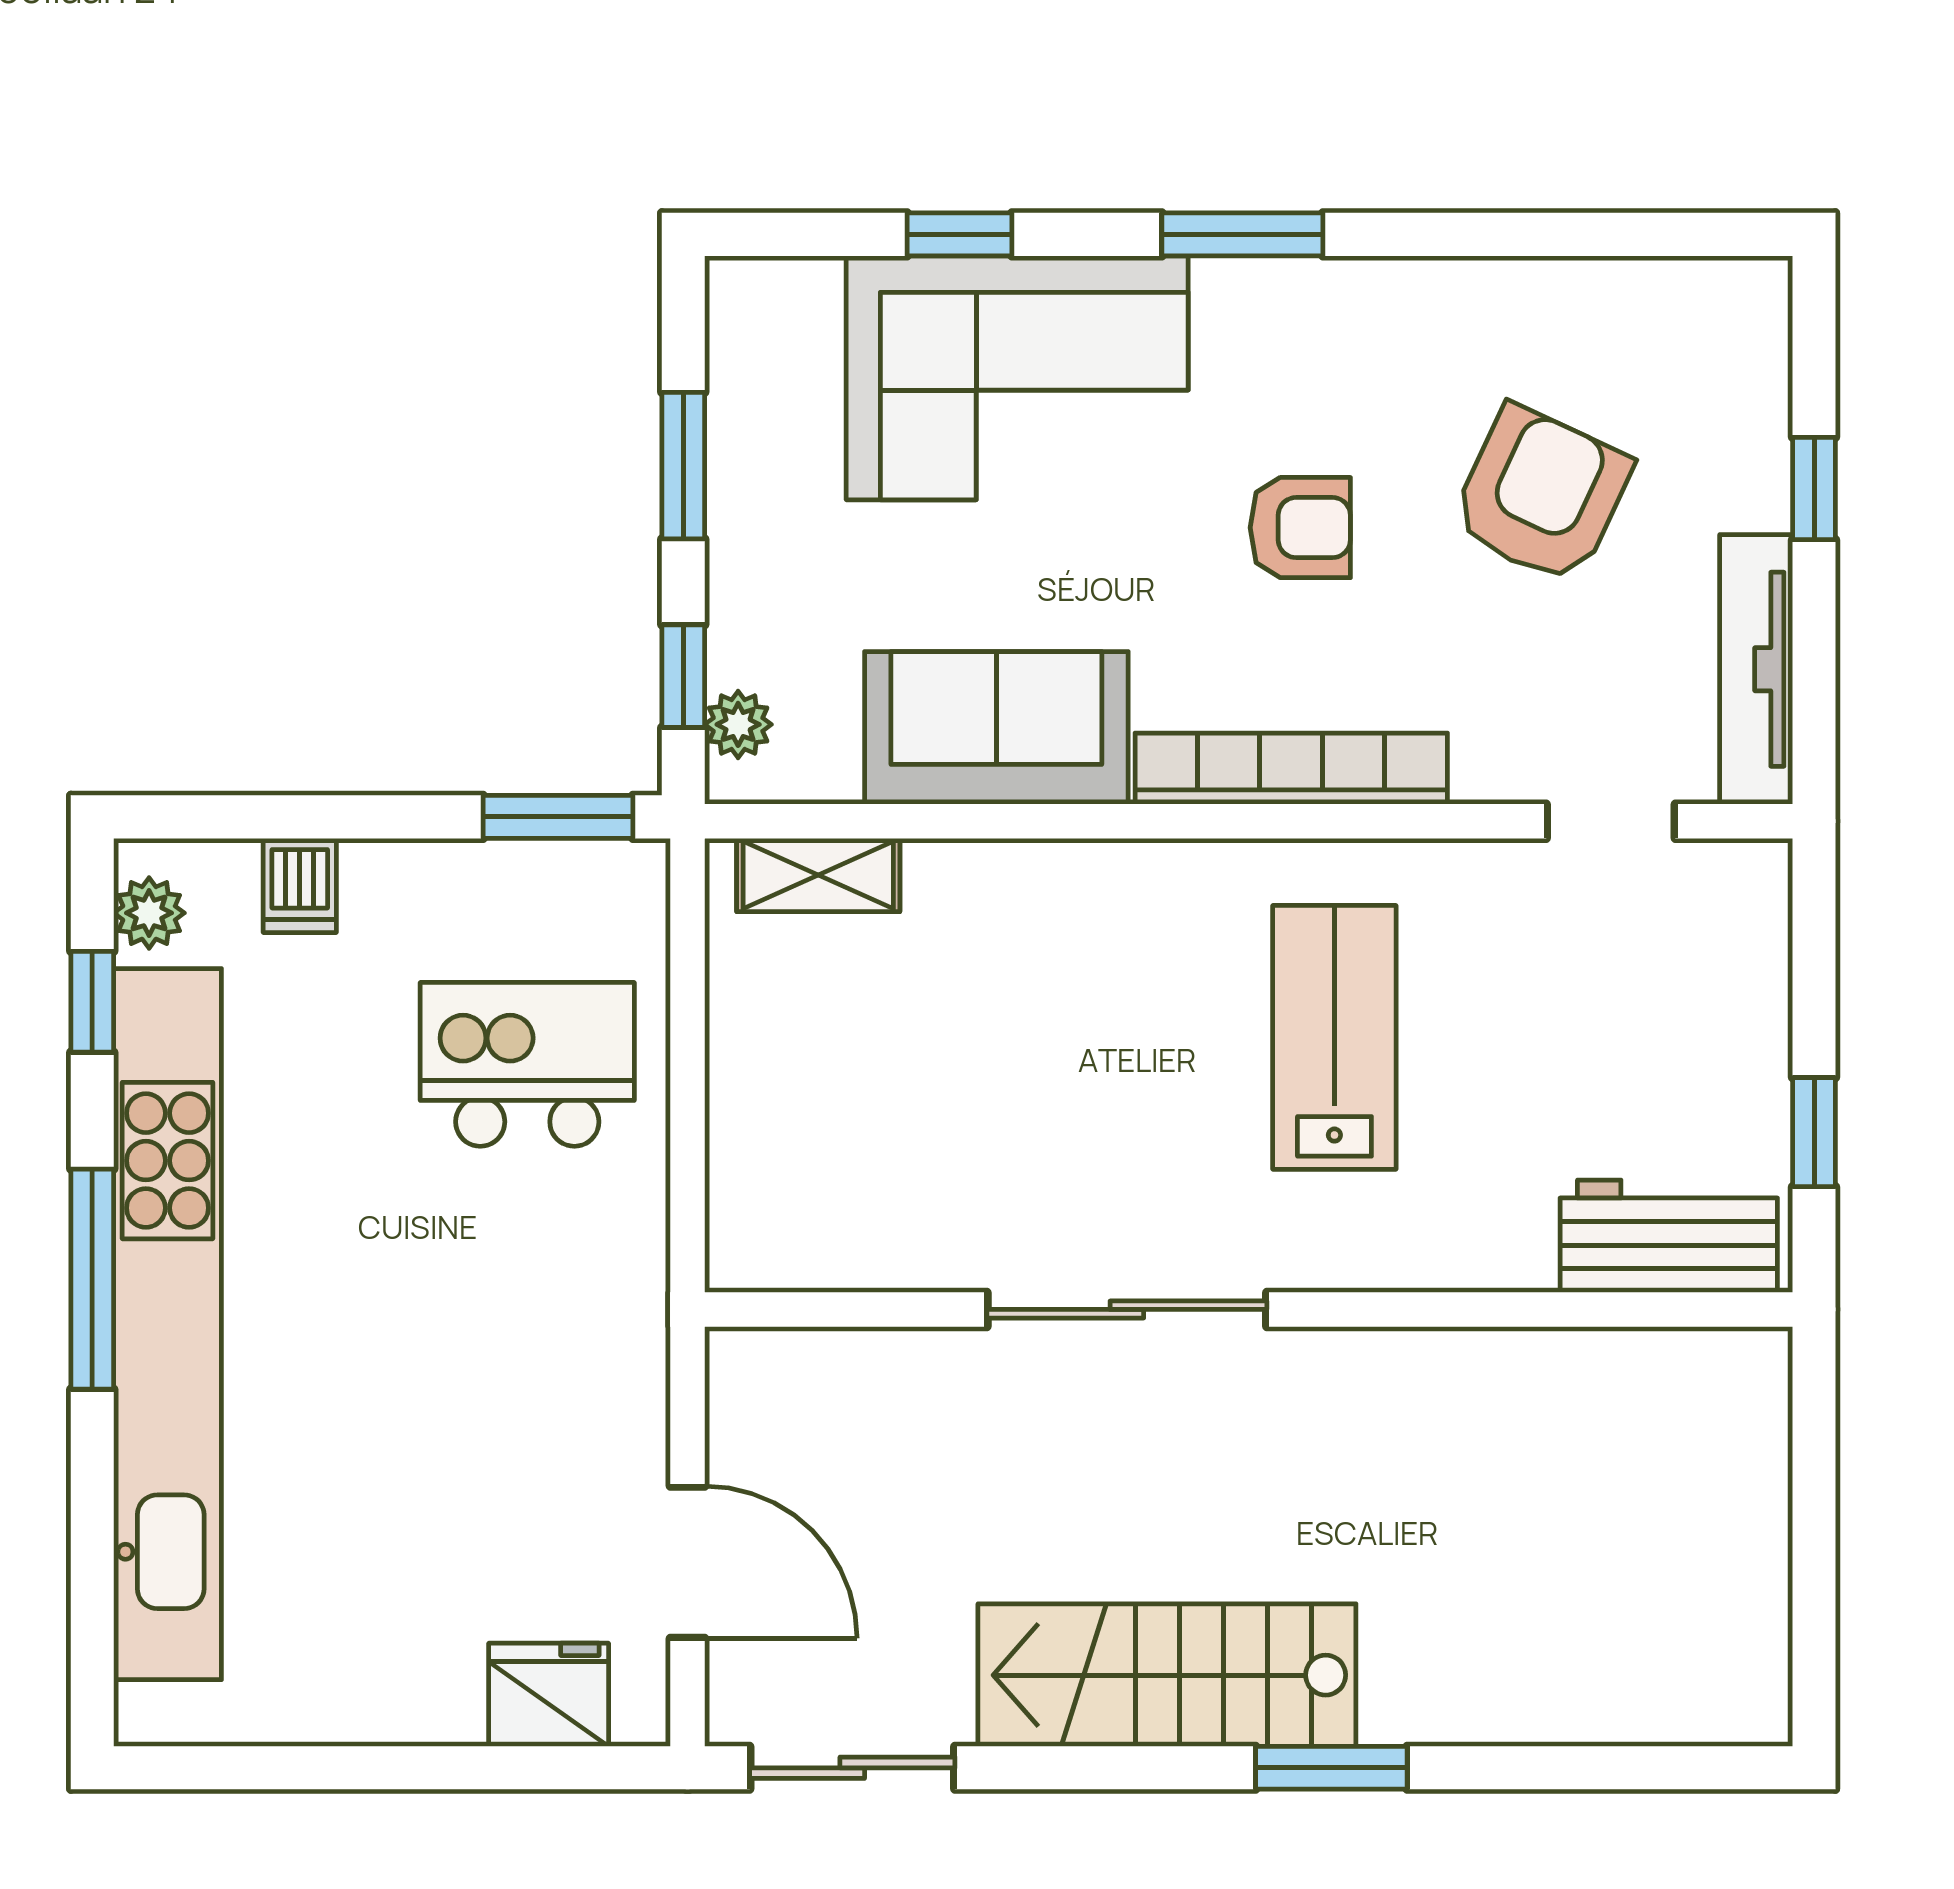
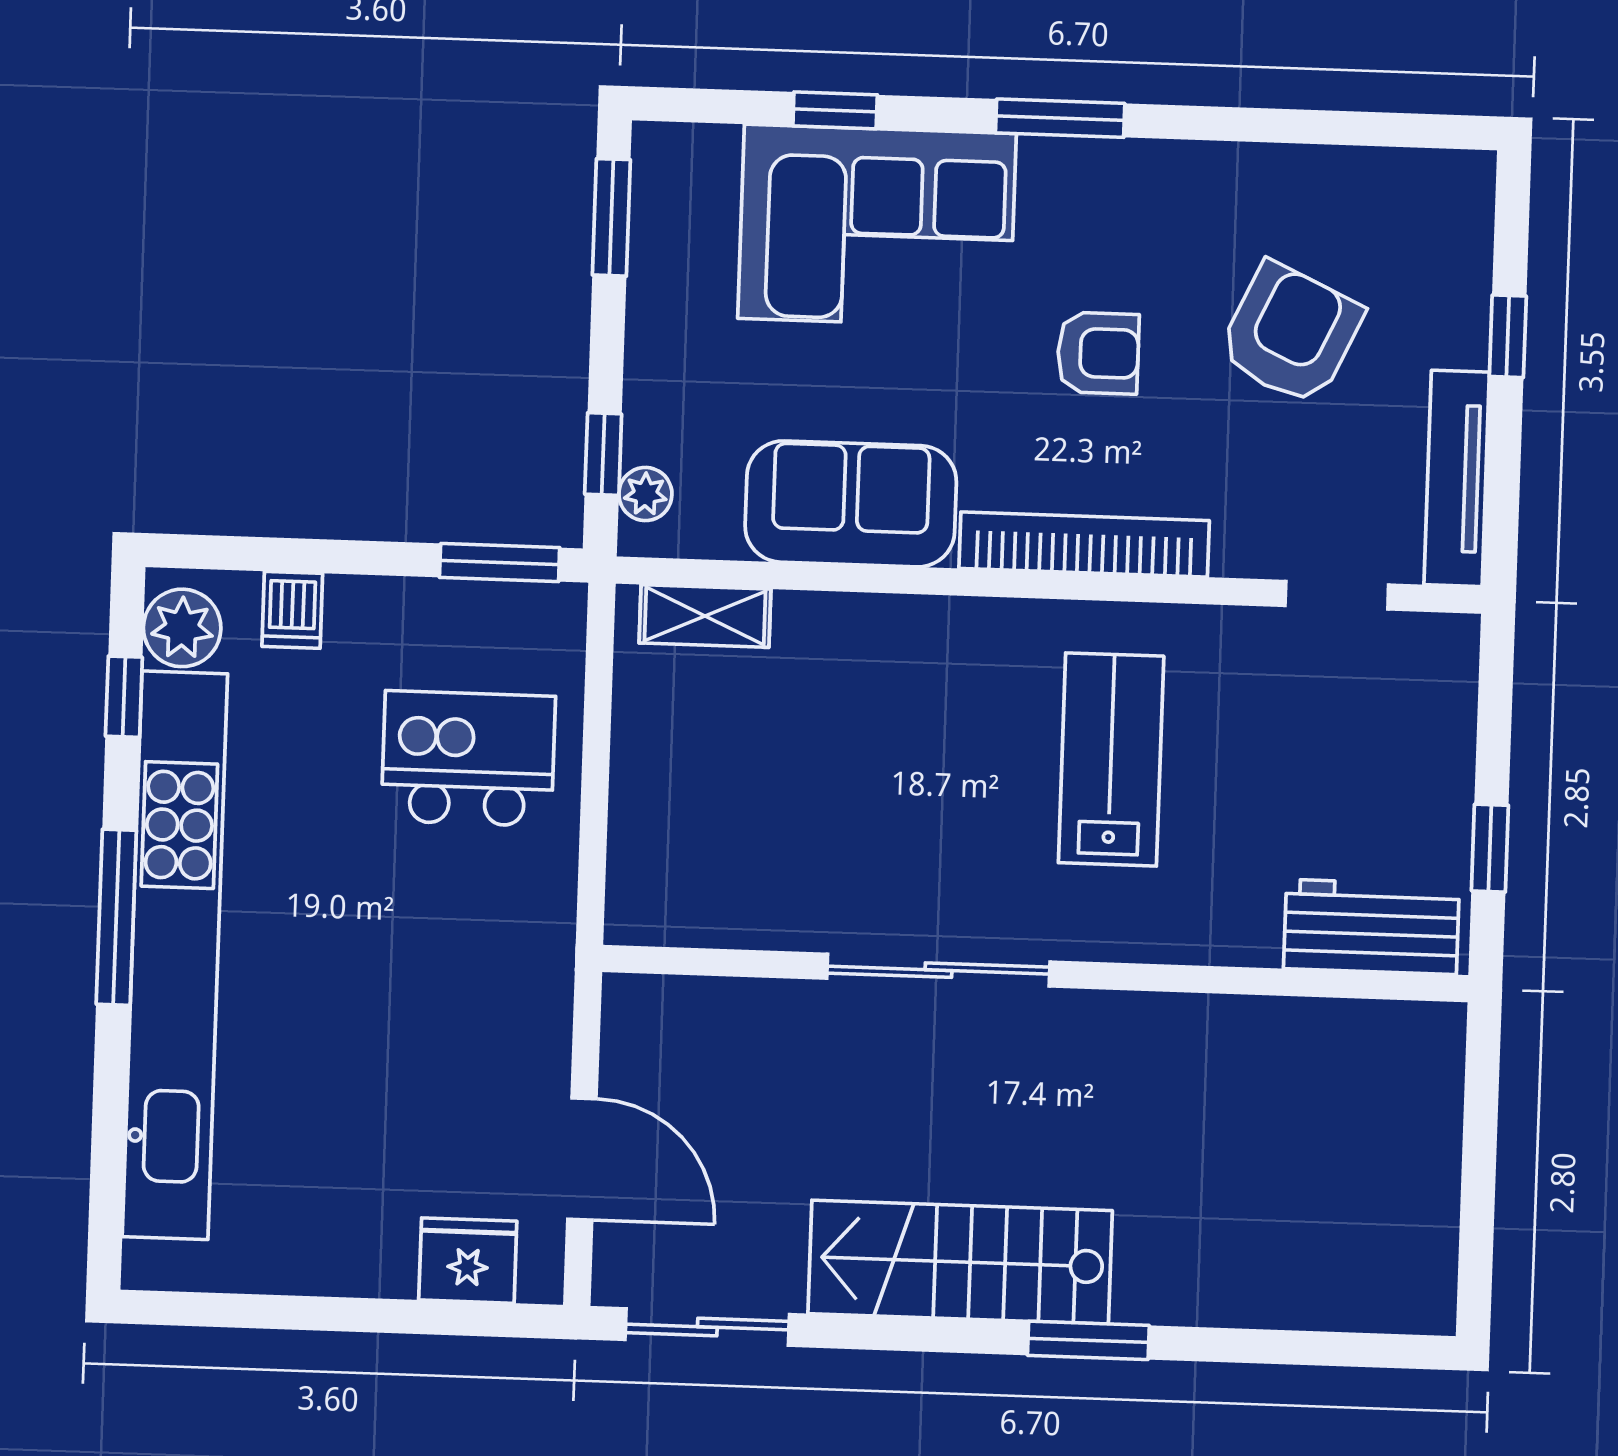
window: (683, 466) -> (611, 217), moved
plant: (149, 913) -> (182, 628), width x1.38, depth x1.38

